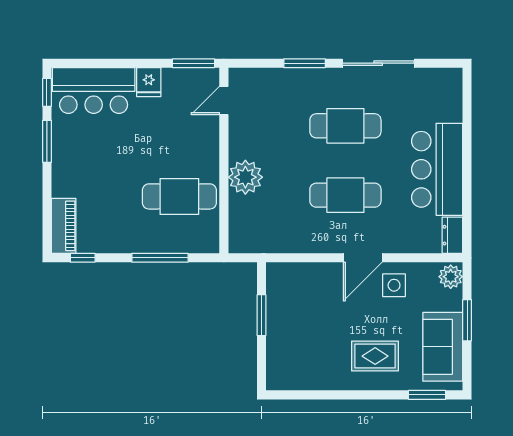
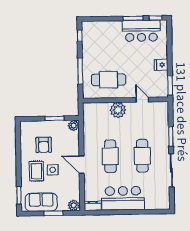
bar counter: (94, 91) -> (141, 31), moved, turned -90
door: (224, 100) -> (142, 100), moved
cafe table: (179, 196) -> (109, 80), turned 90
piano: (64, 226) -> (94, 27), removed
plant: (278, 274) -> (74, 126), added
side table: (394, 285) -> (53, 170), moved
armchair: (318, 340) -> (44, 145), added

